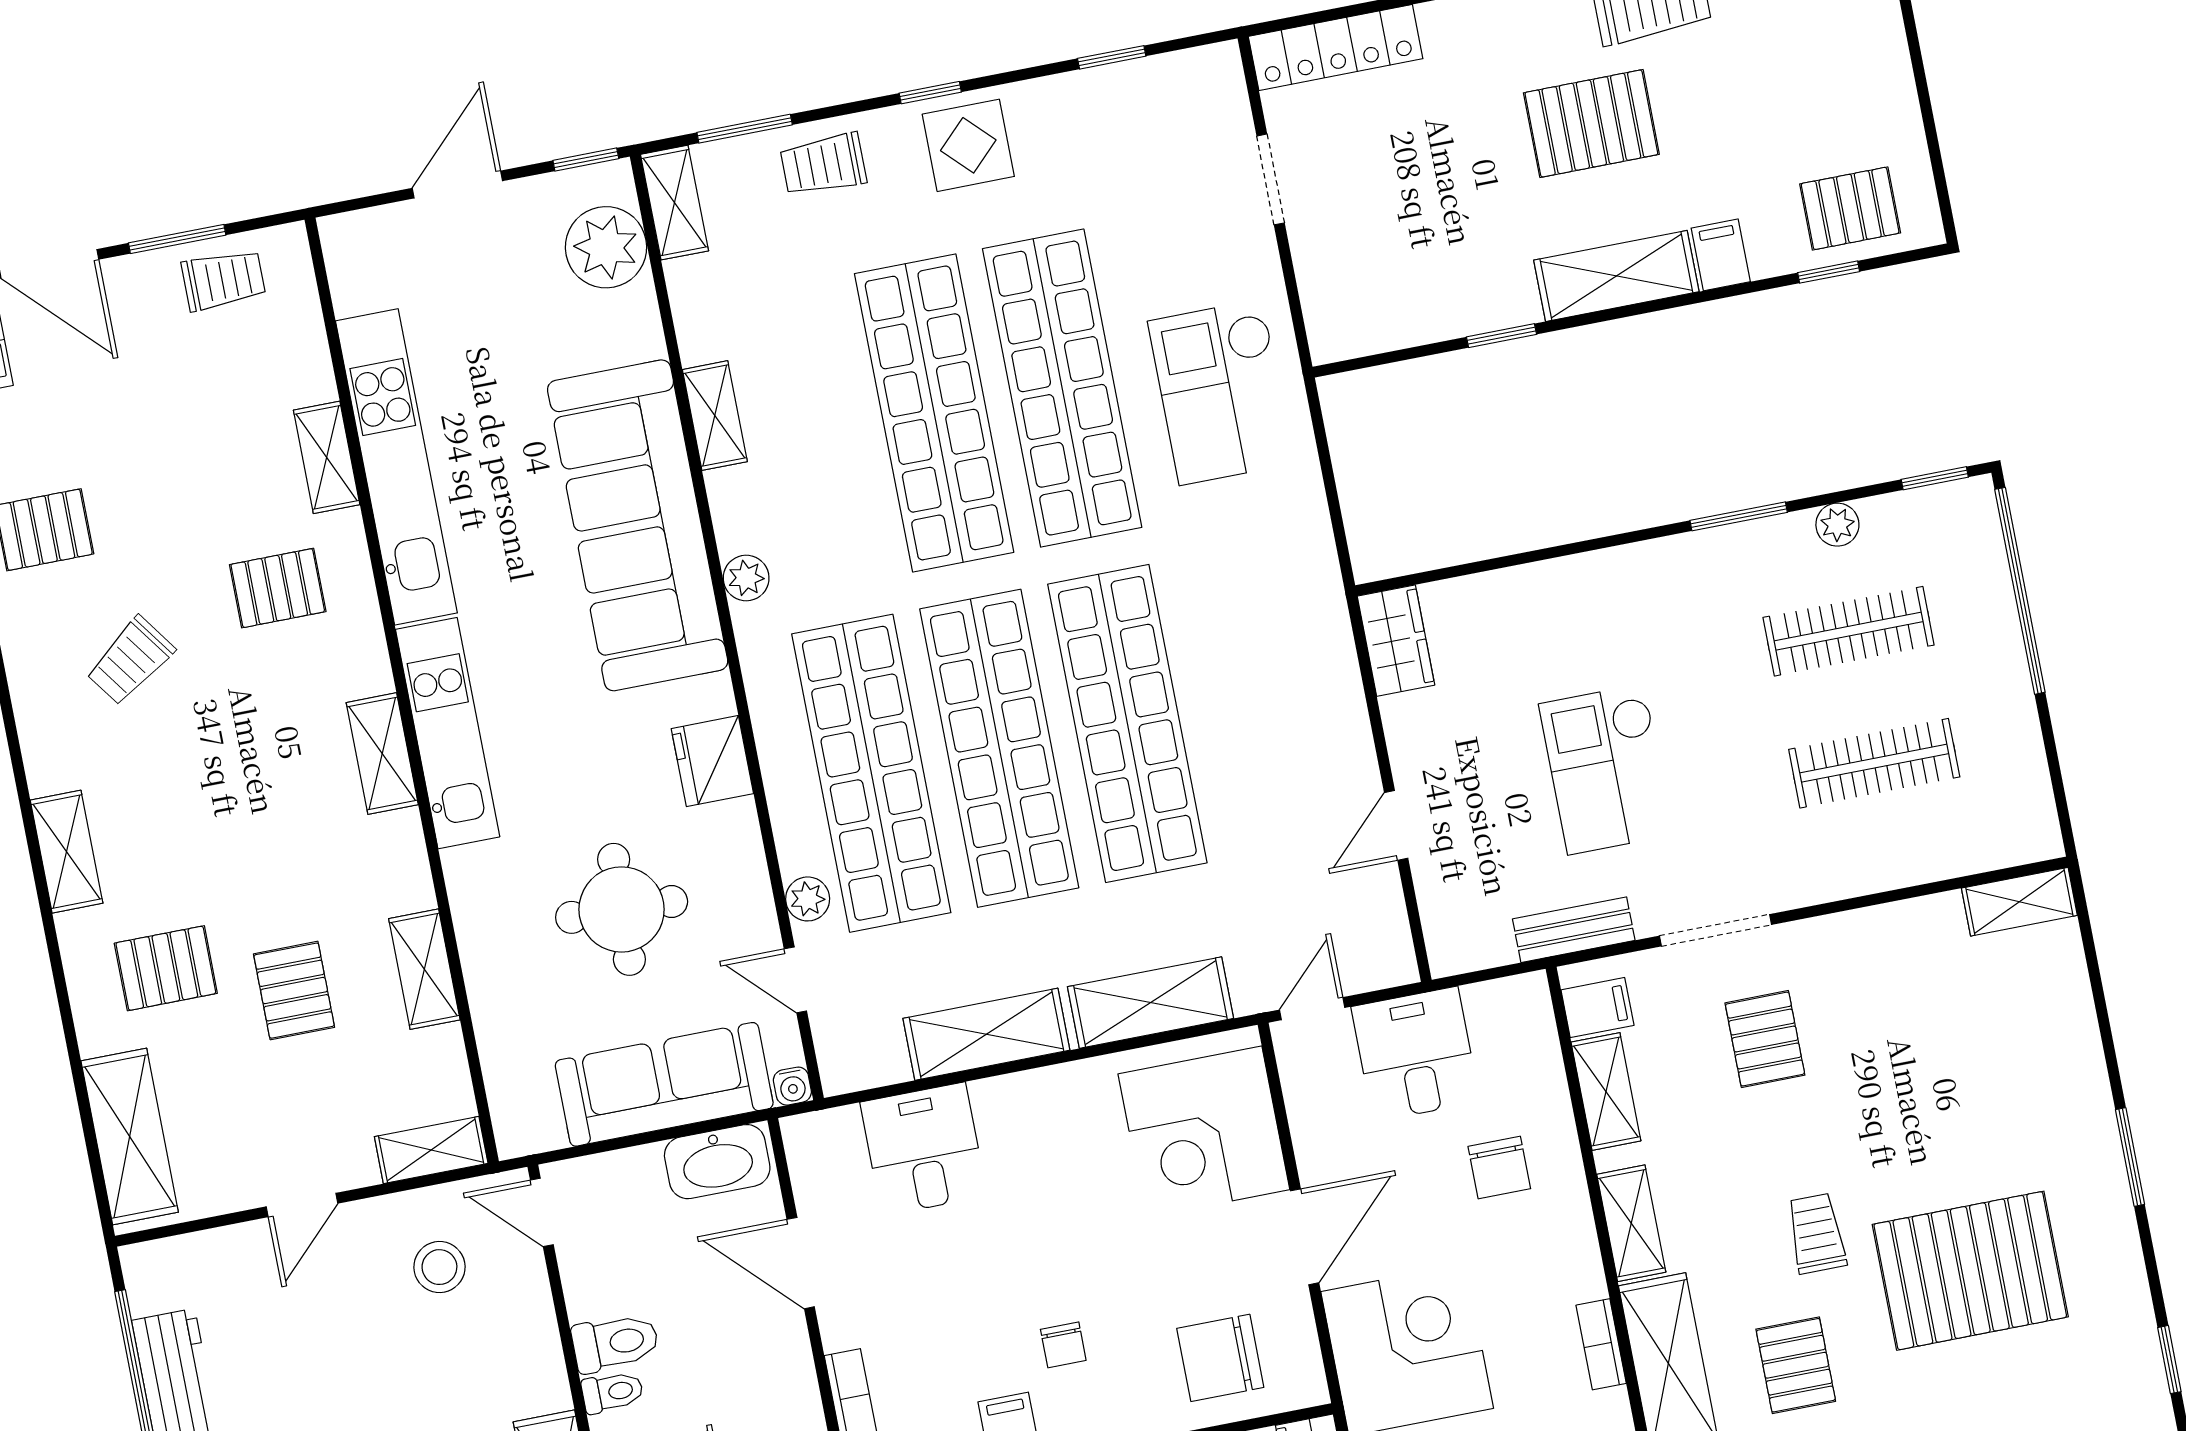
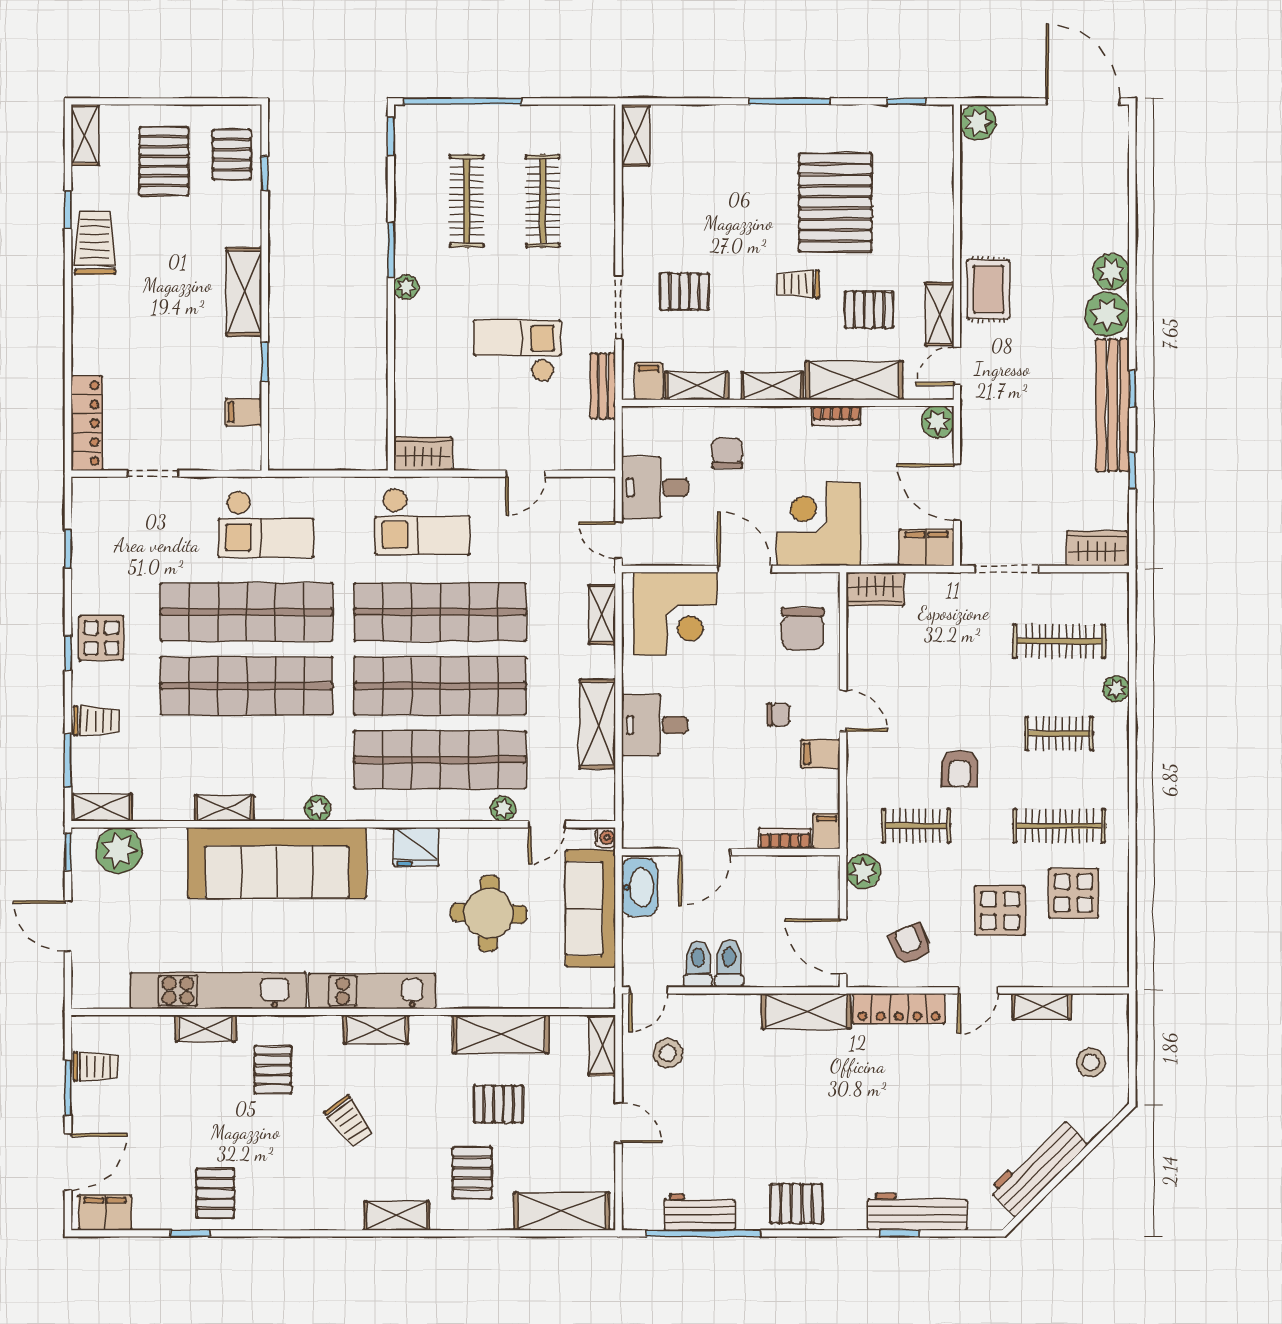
pallet: (1591, 124) -> (164, 161), moved
trolley: (823, 164) -> (96, 721), turned -90
filing cabinet: (1721, 255) -> (244, 412), moved
trolley: (223, 280) -> (96, 1067), turned 90
plant: (1837, 525) -> (406, 287), moved
trolley: (130, 661) -> (349, 1122), moved
checkout: (1278, 663) -> (422, 521), added
checkout: (1606, 769) -> (517, 351), turned 180
door: (1396, 825) -> (526, 474), hinge flipped
shelving: (424, 969) -> (501, 1034), width x1.50, depth x1.33
shelving: (1151, 1003) -> (602, 614), width x0.67, depth x0.75
desk: (924, 1149) -> (655, 725), moved
window: (2130, 1157) -> (789, 101), width x1.44
chair: (1499, 1168) -> (727, 453), turned -90
toilet: (612, 1392) -> (698, 964), moved, width x1.37, depth x1.39

